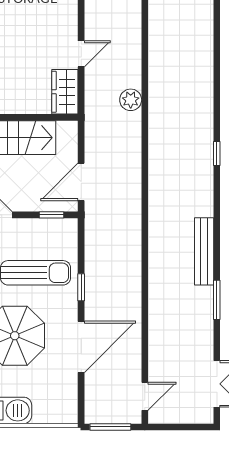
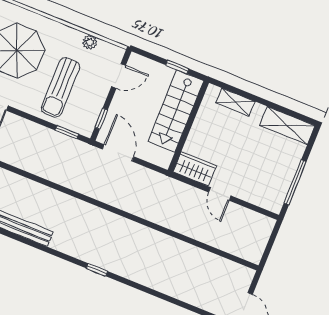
plant: (131, 100) -> (167, 219), removed
window: (81, 287) -> (67, 132), moved

